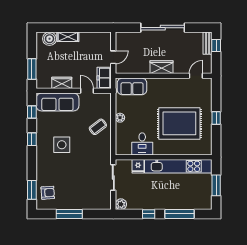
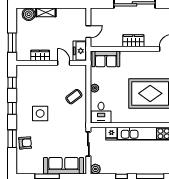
sofa: (57, 102) -> (63, 166), moved, turned 180
desk: (142, 144) -> (101, 113), moved
window: (32, 190) -> (12, 139), moved
armchair: (48, 193) -> (25, 143), moved

